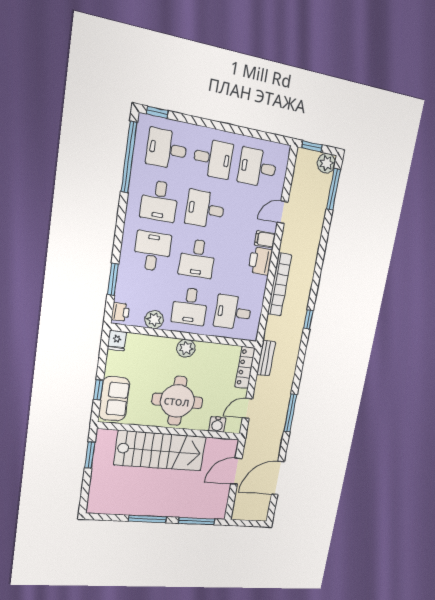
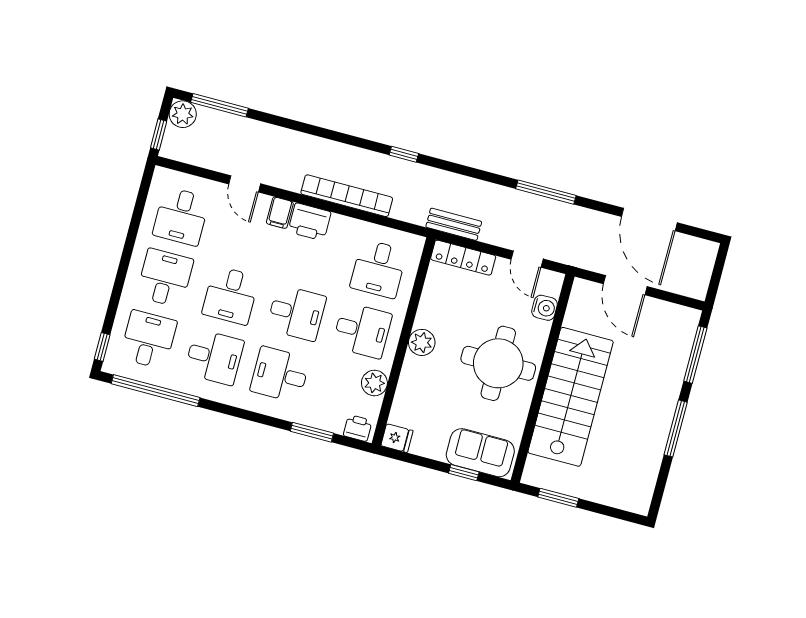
desk: (167, 149) -> (148, 340), turned 180

